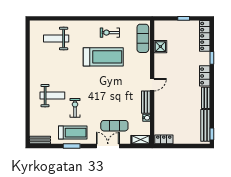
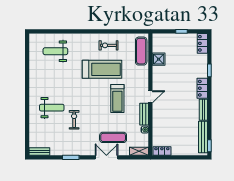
locker: (205, 36) -> (202, 43), width x0.66
treadmill: (73, 133) -> (117, 98), moved, turned 90

